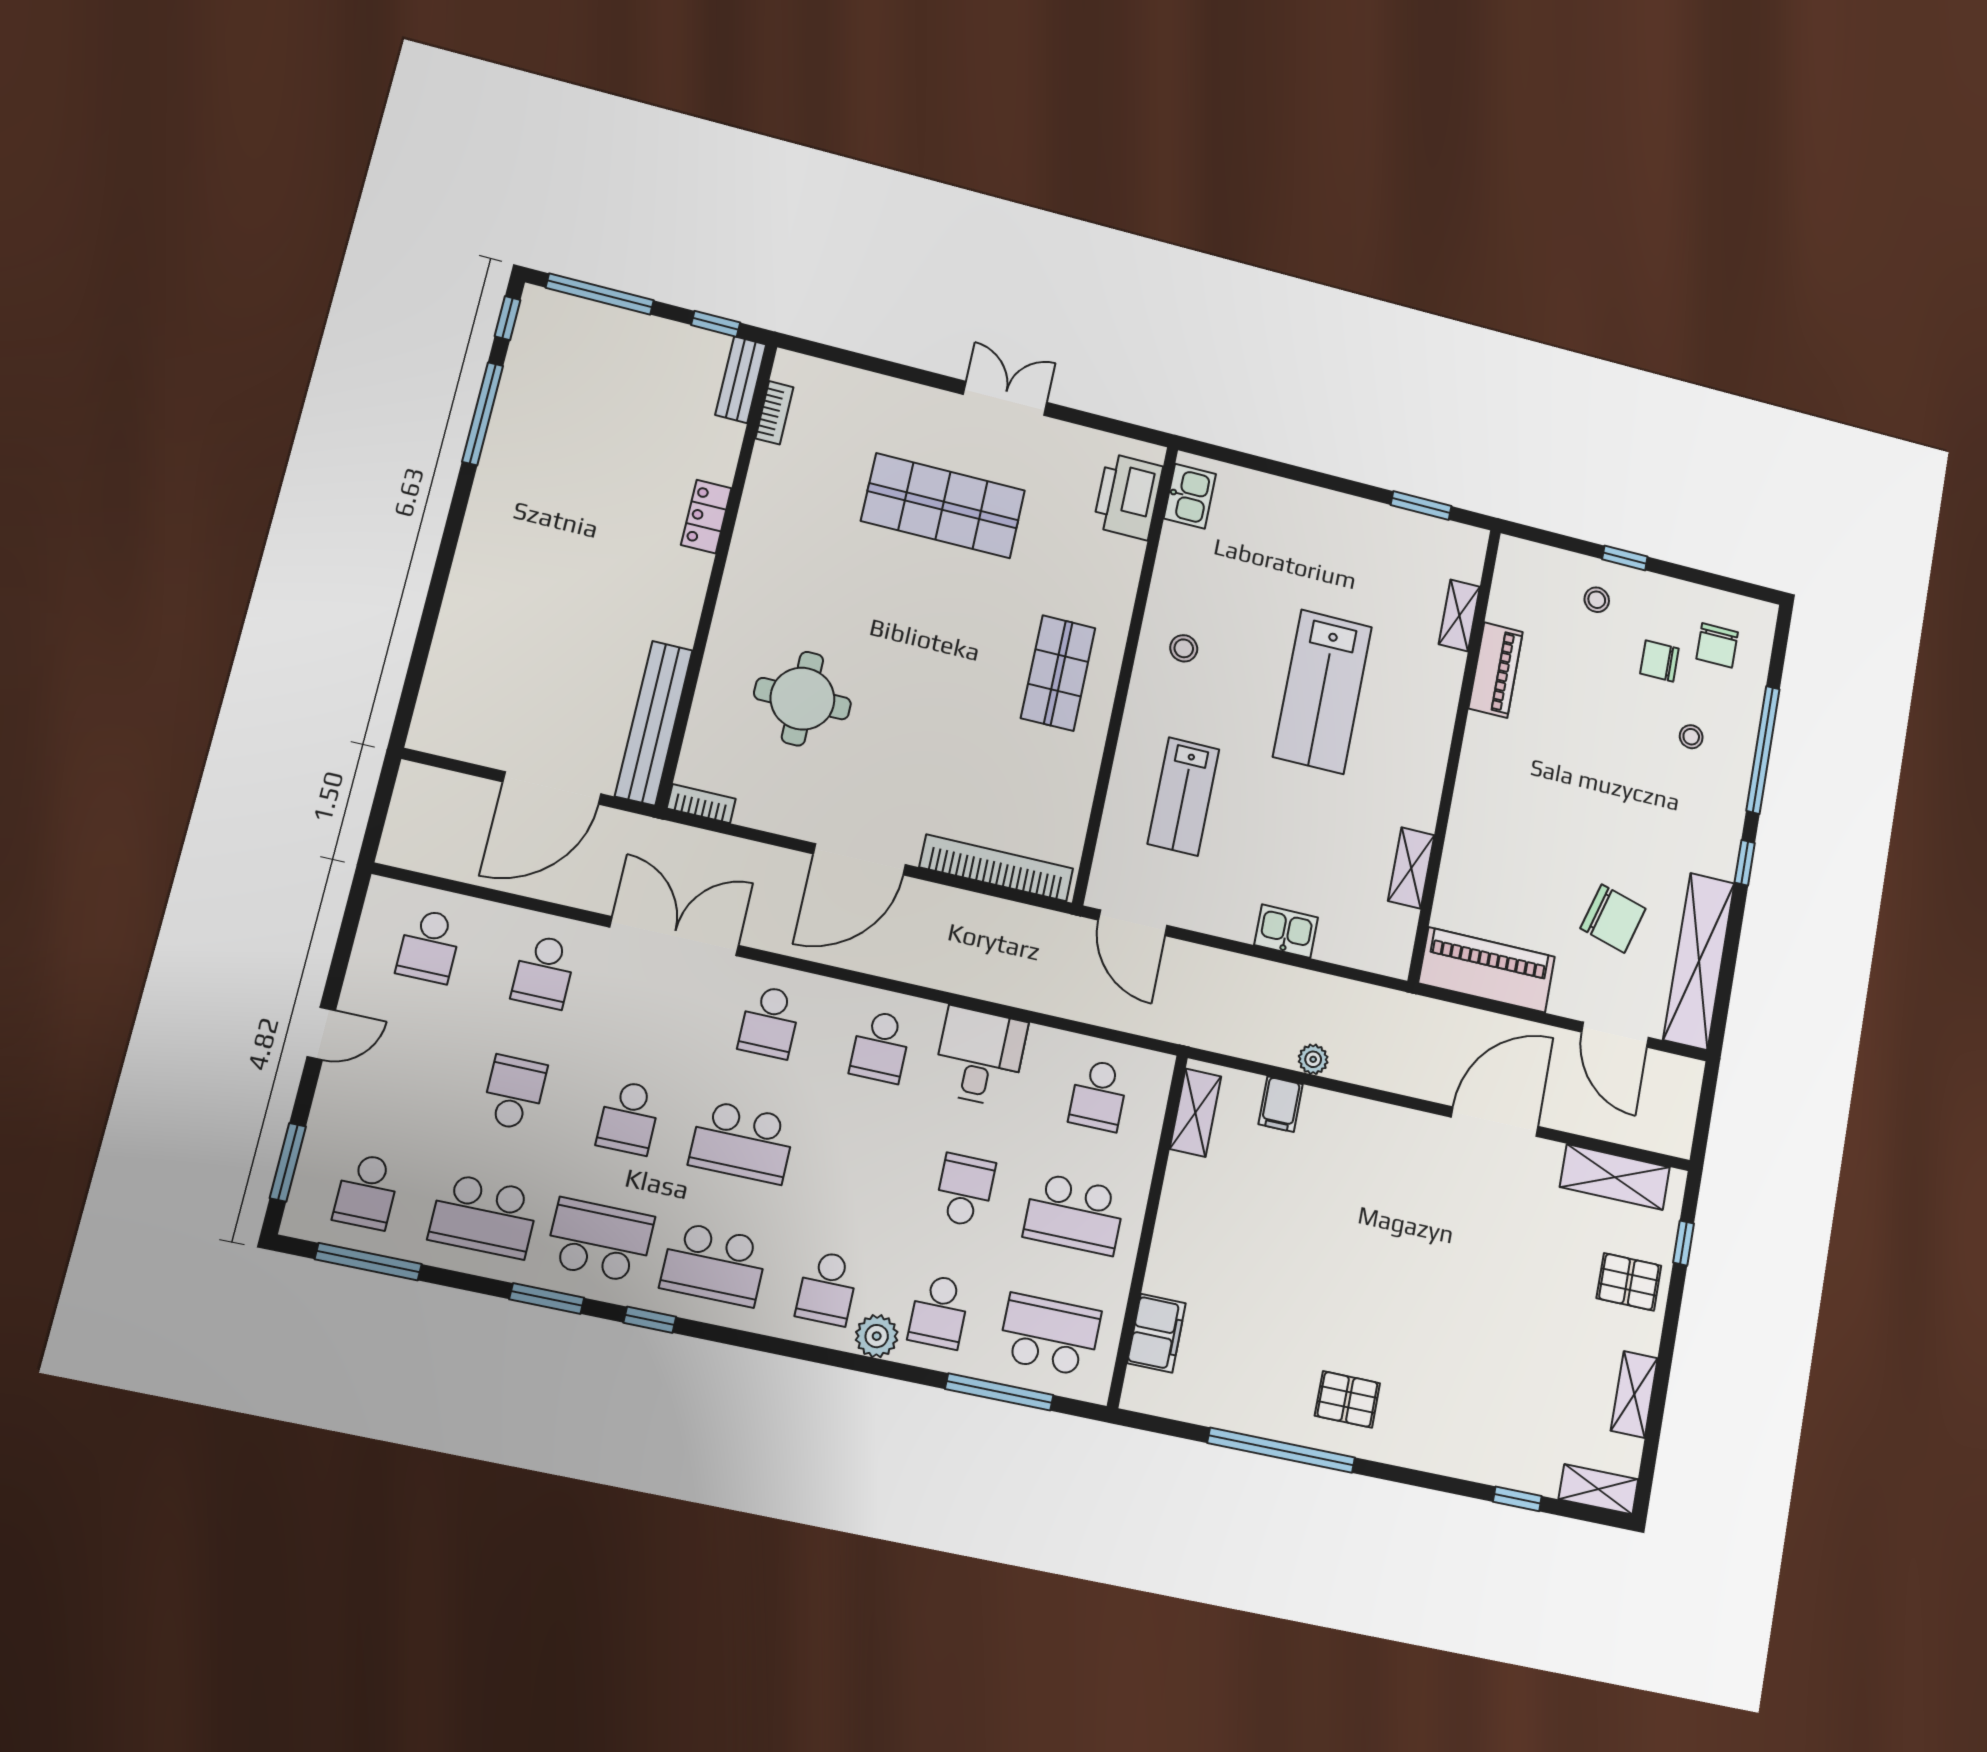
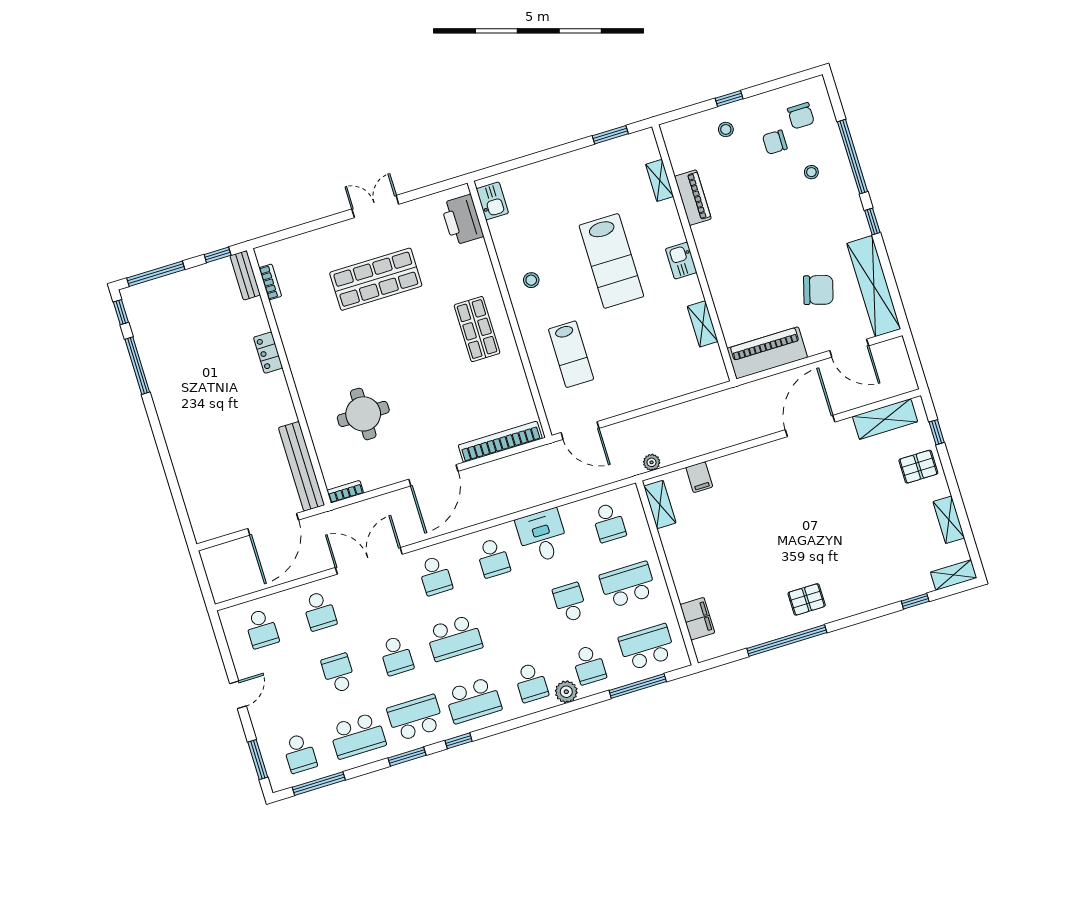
kitchen sink: (1286, 931) -> (681, 261), moved, turned -90
plant: (1313, 1059) -> (652, 462), moved
school desk: (1074, 1214) -> (628, 585), turned 180

